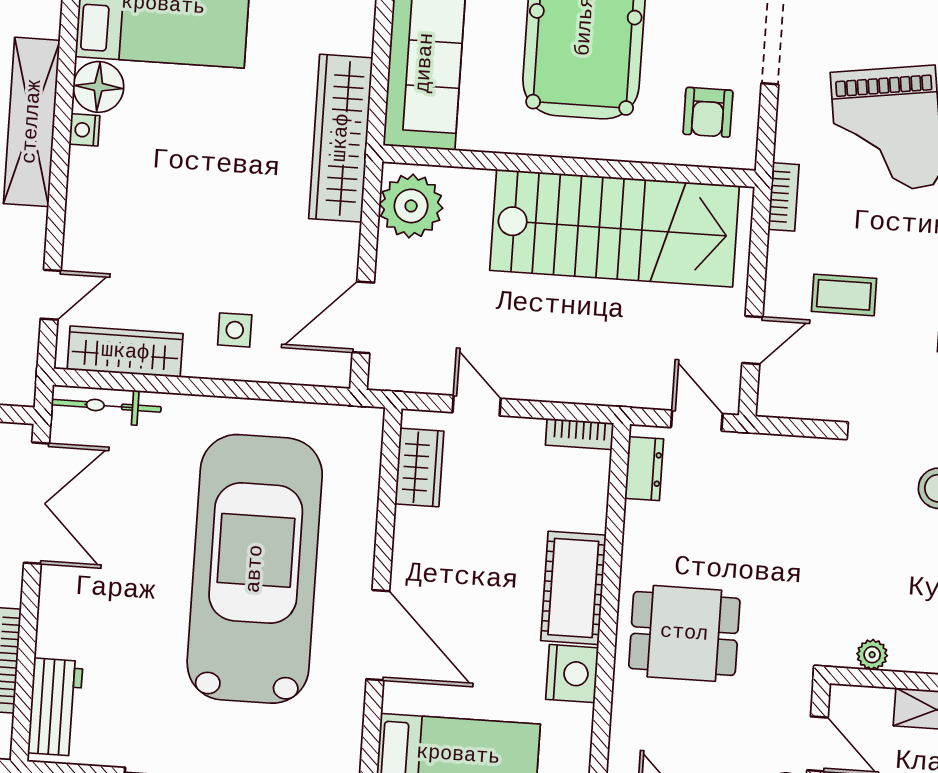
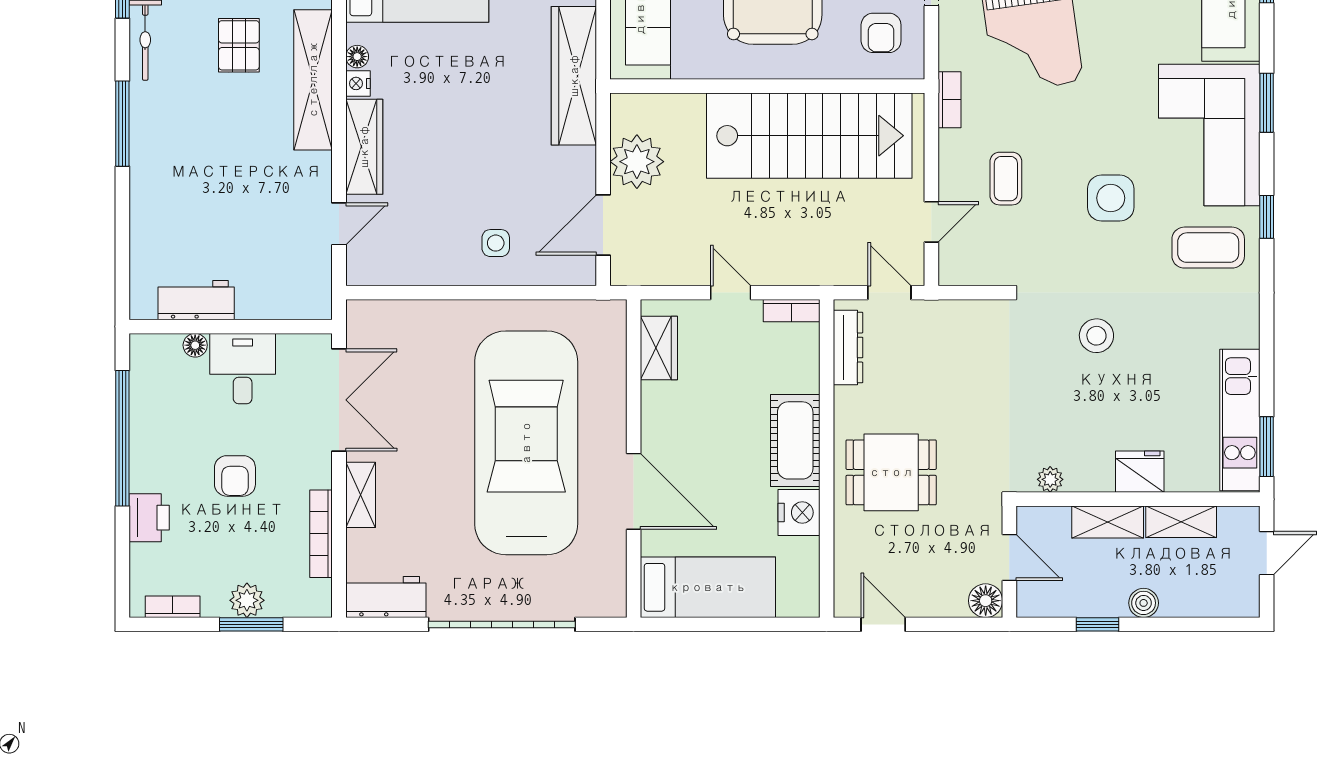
floor lamp: (98, 87) -> (357, 57), width x0.53, depth x0.53
plant: (411, 206) -> (637, 162), moved
coffee table: (844, 295) -> (1006, 179), turned 90
wardrobe: (125, 352) -> (364, 147), moved, turned 90
bicycle: (106, 406) -> (392, 314), removed
door: (477, 406) -> (731, 293), moved
dresser: (644, 469) -> (848, 348), width x1.44
shelving: (54, 617) -> (361, 495), added
workbench: (55, 707) -> (386, 597), moved, turned -90

